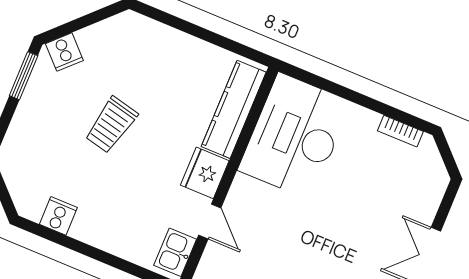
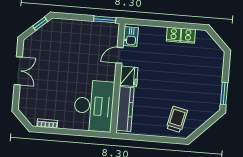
cooker: (64, 52) -> (174, 35), moved, turned -135
trolley: (111, 125) -> (177, 119), moved
door: (210, 221) -> (120, 55), hinge flipped

